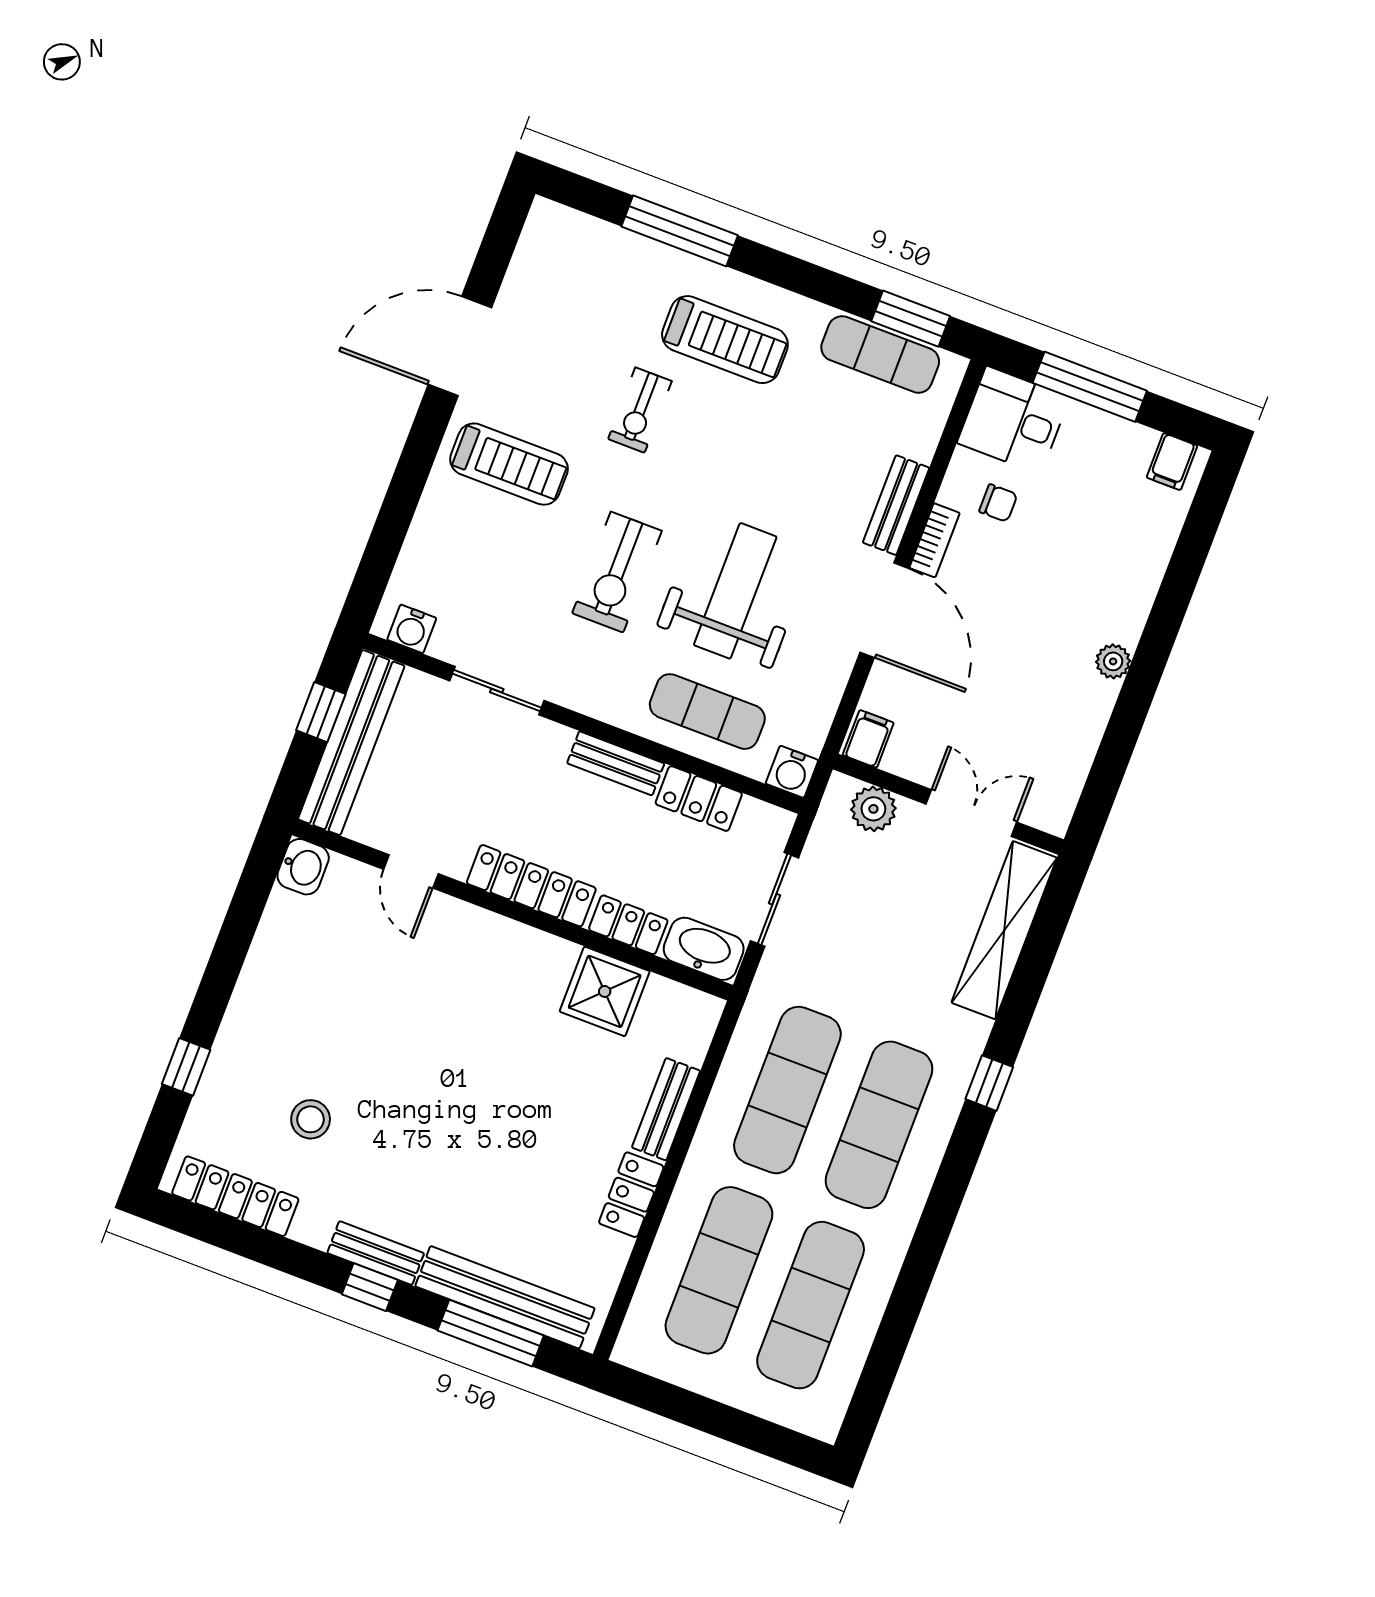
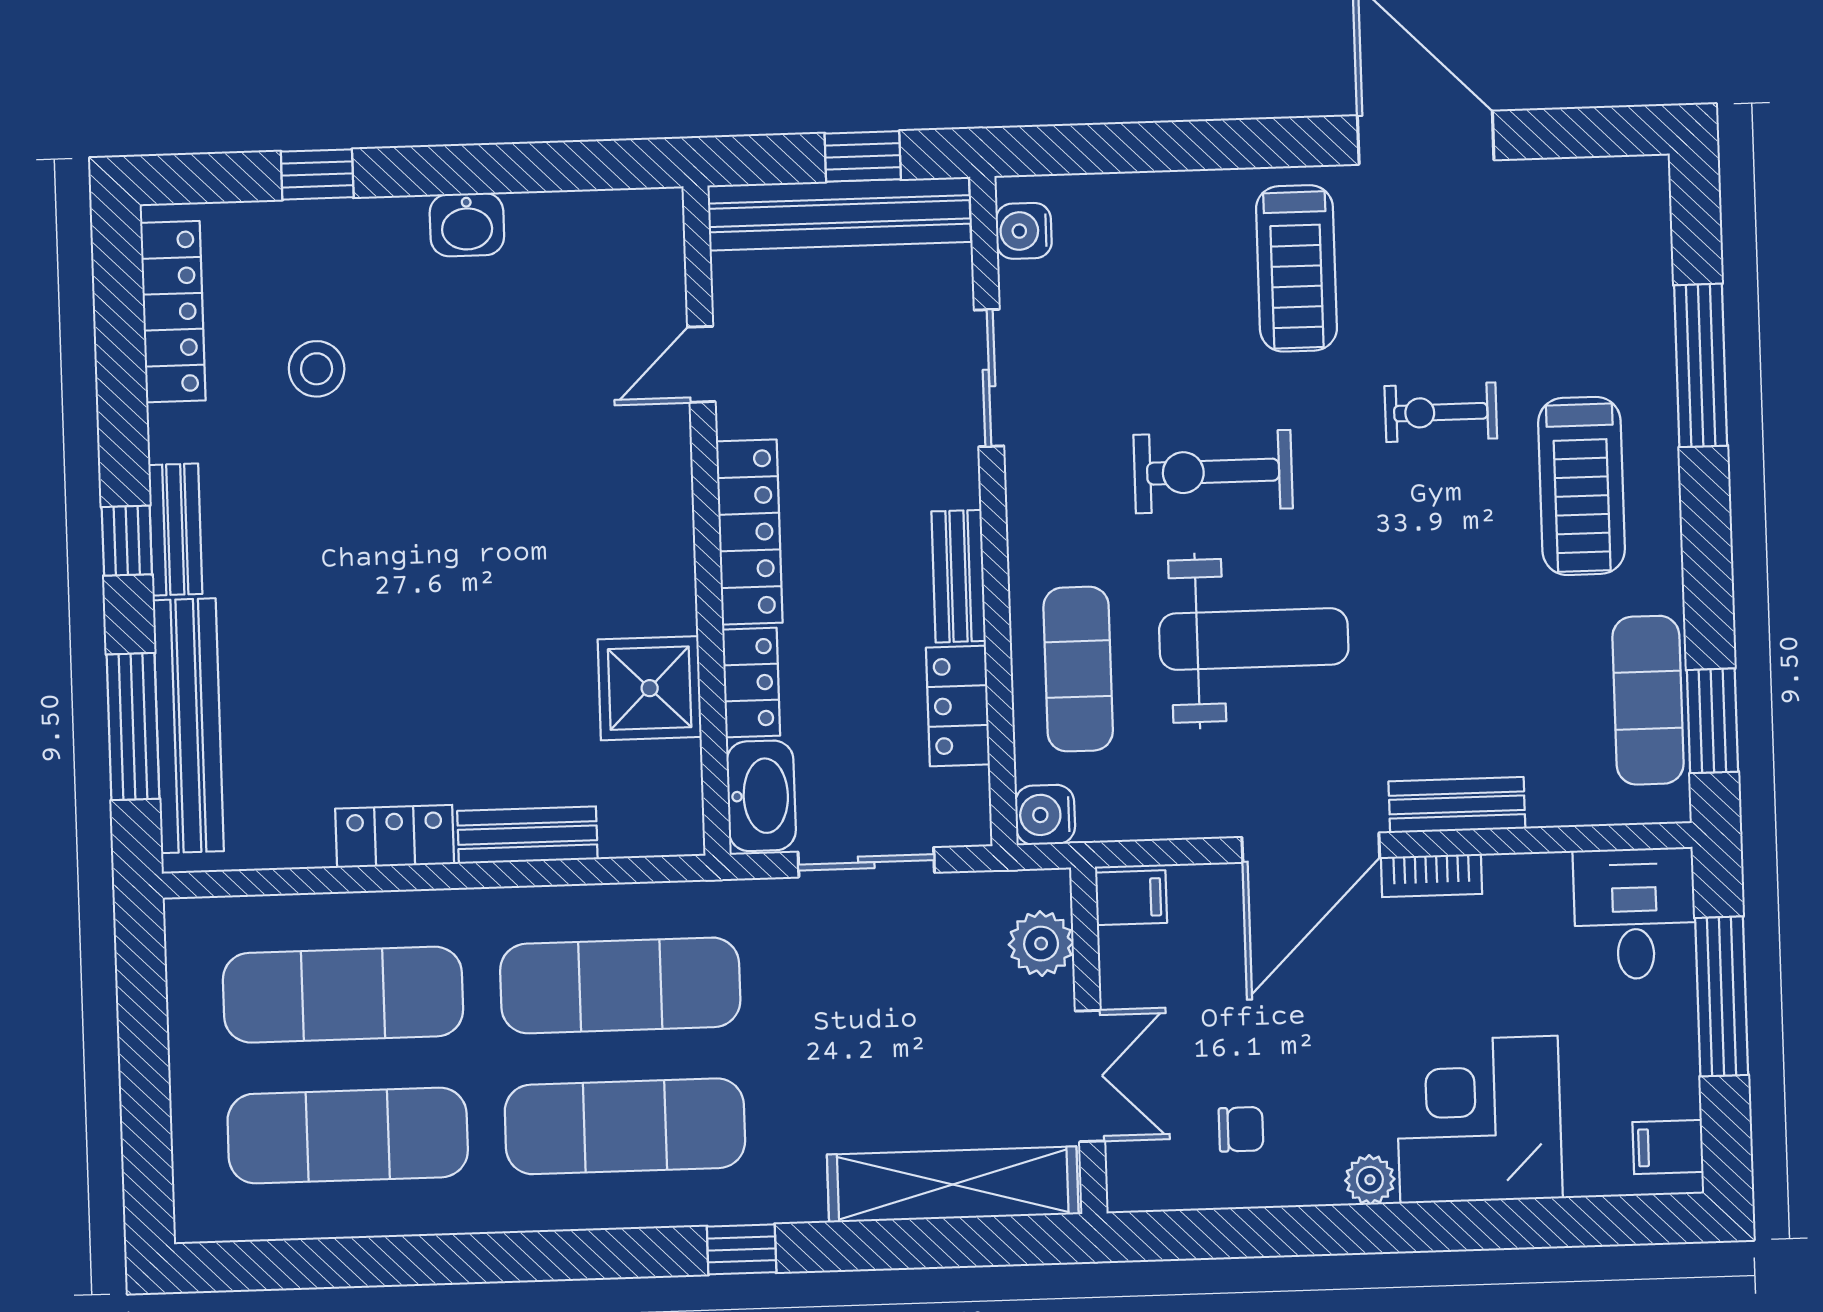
chair: (998, 503) -> (1241, 1129), moved, turned -90
corner desk: (1104, 575) -> (1479, 1120), added
washbasin: (303, 867) -> (467, 225), moved

